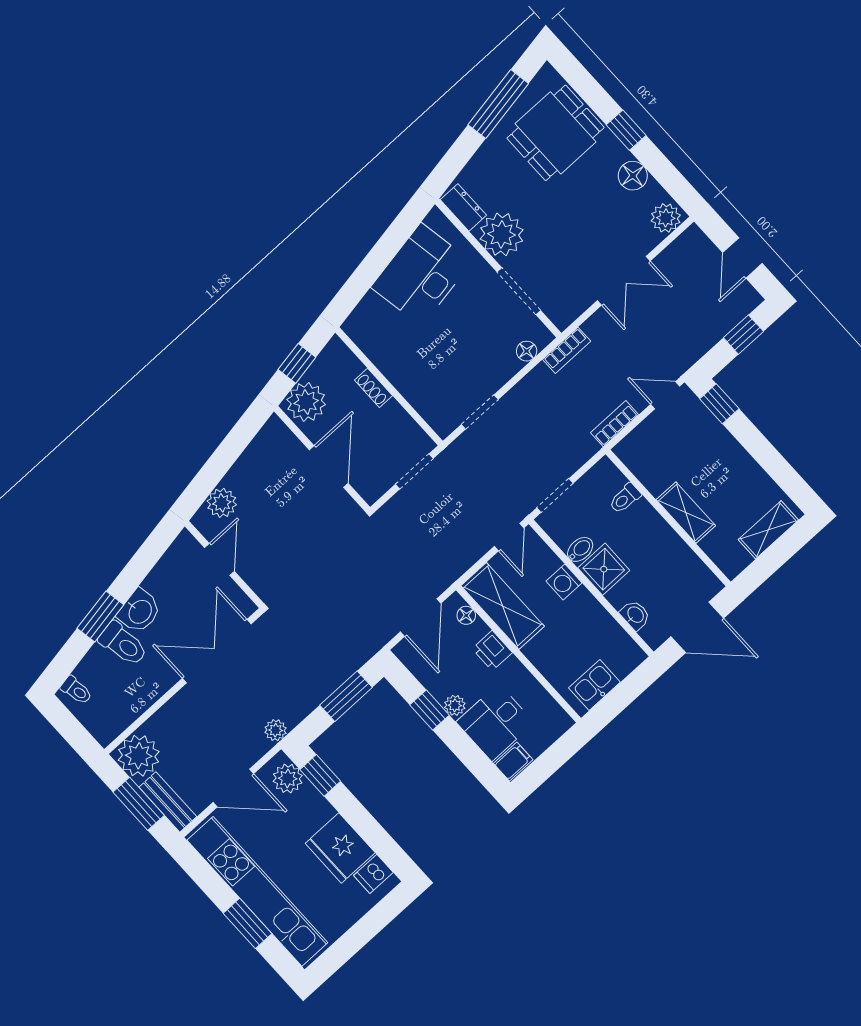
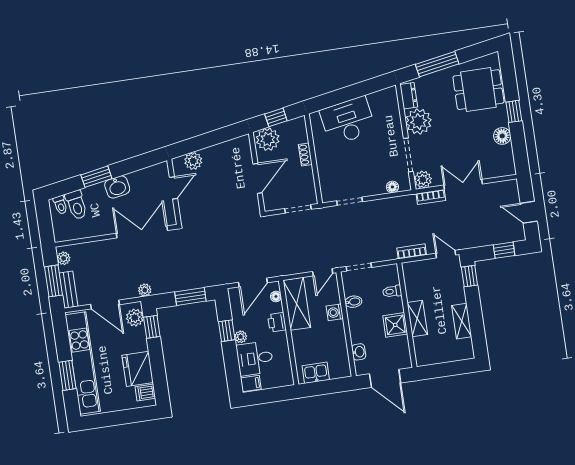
window: (498, 104) -> (437, 64), moved
plant: (666, 218) -> (423, 180), moved
door: (742, 258) -> (529, 212), hinge flipped
desk: (421, 275) -> (348, 121), moved
double door: (624, 281) -> (463, 184), swing flipped
bookcase: (567, 350) -> (431, 197), moved
shelving: (768, 530) -> (462, 321), moved, turned 90
shower: (604, 569) -> (395, 325), moved
toilet: (123, 644) -> (76, 205), moved
plant: (139, 756) -> (64, 258), width x0.53, depth x0.53

